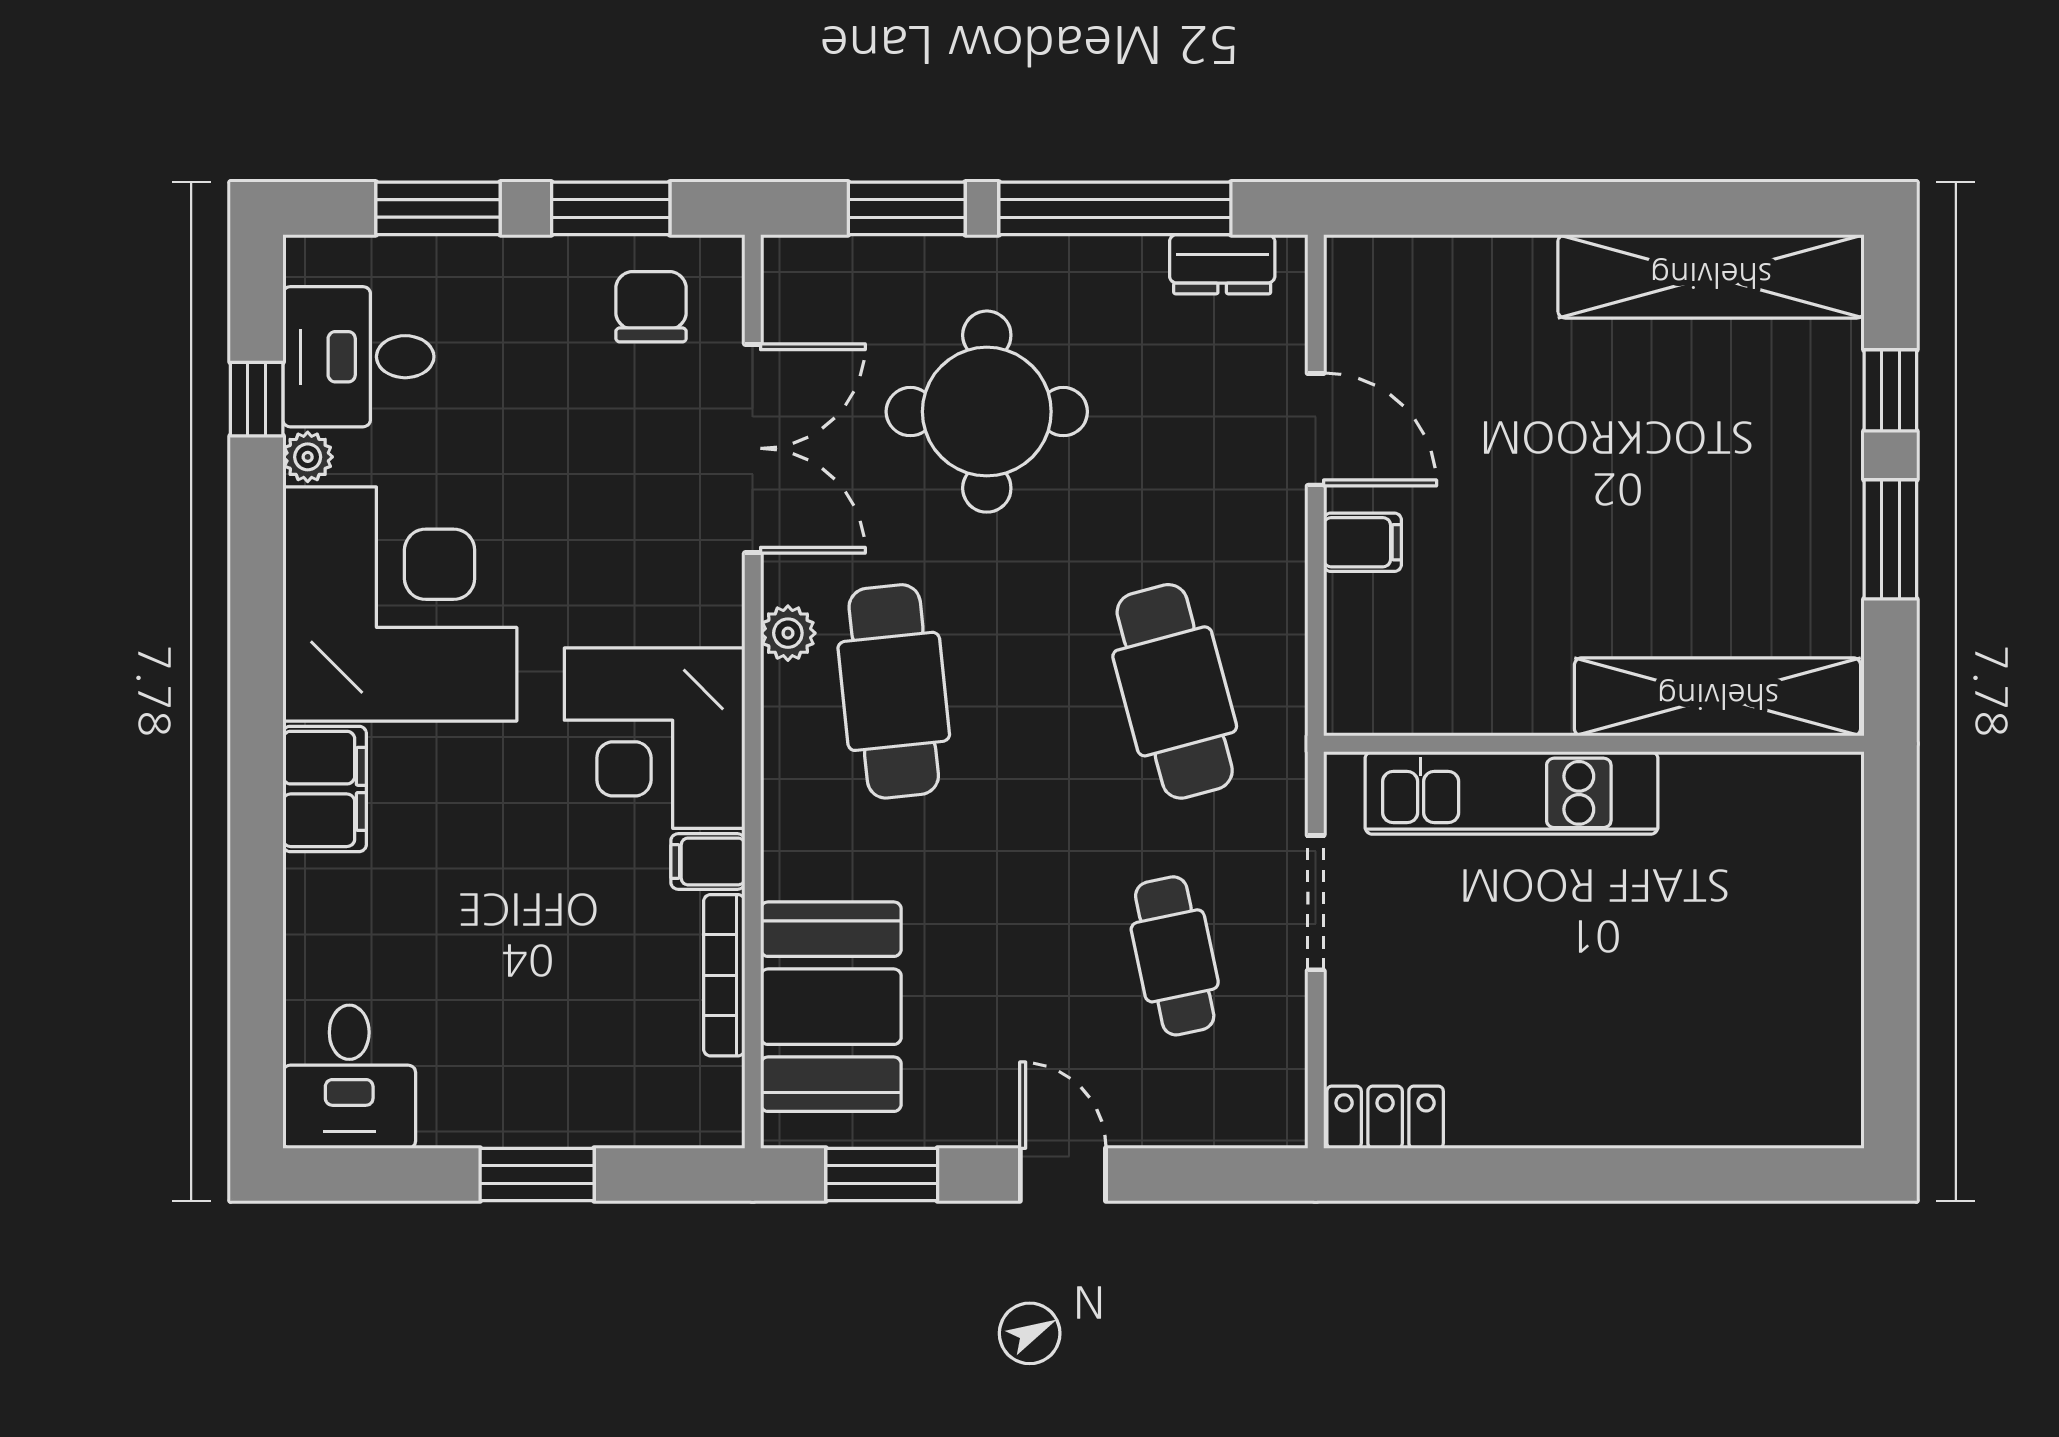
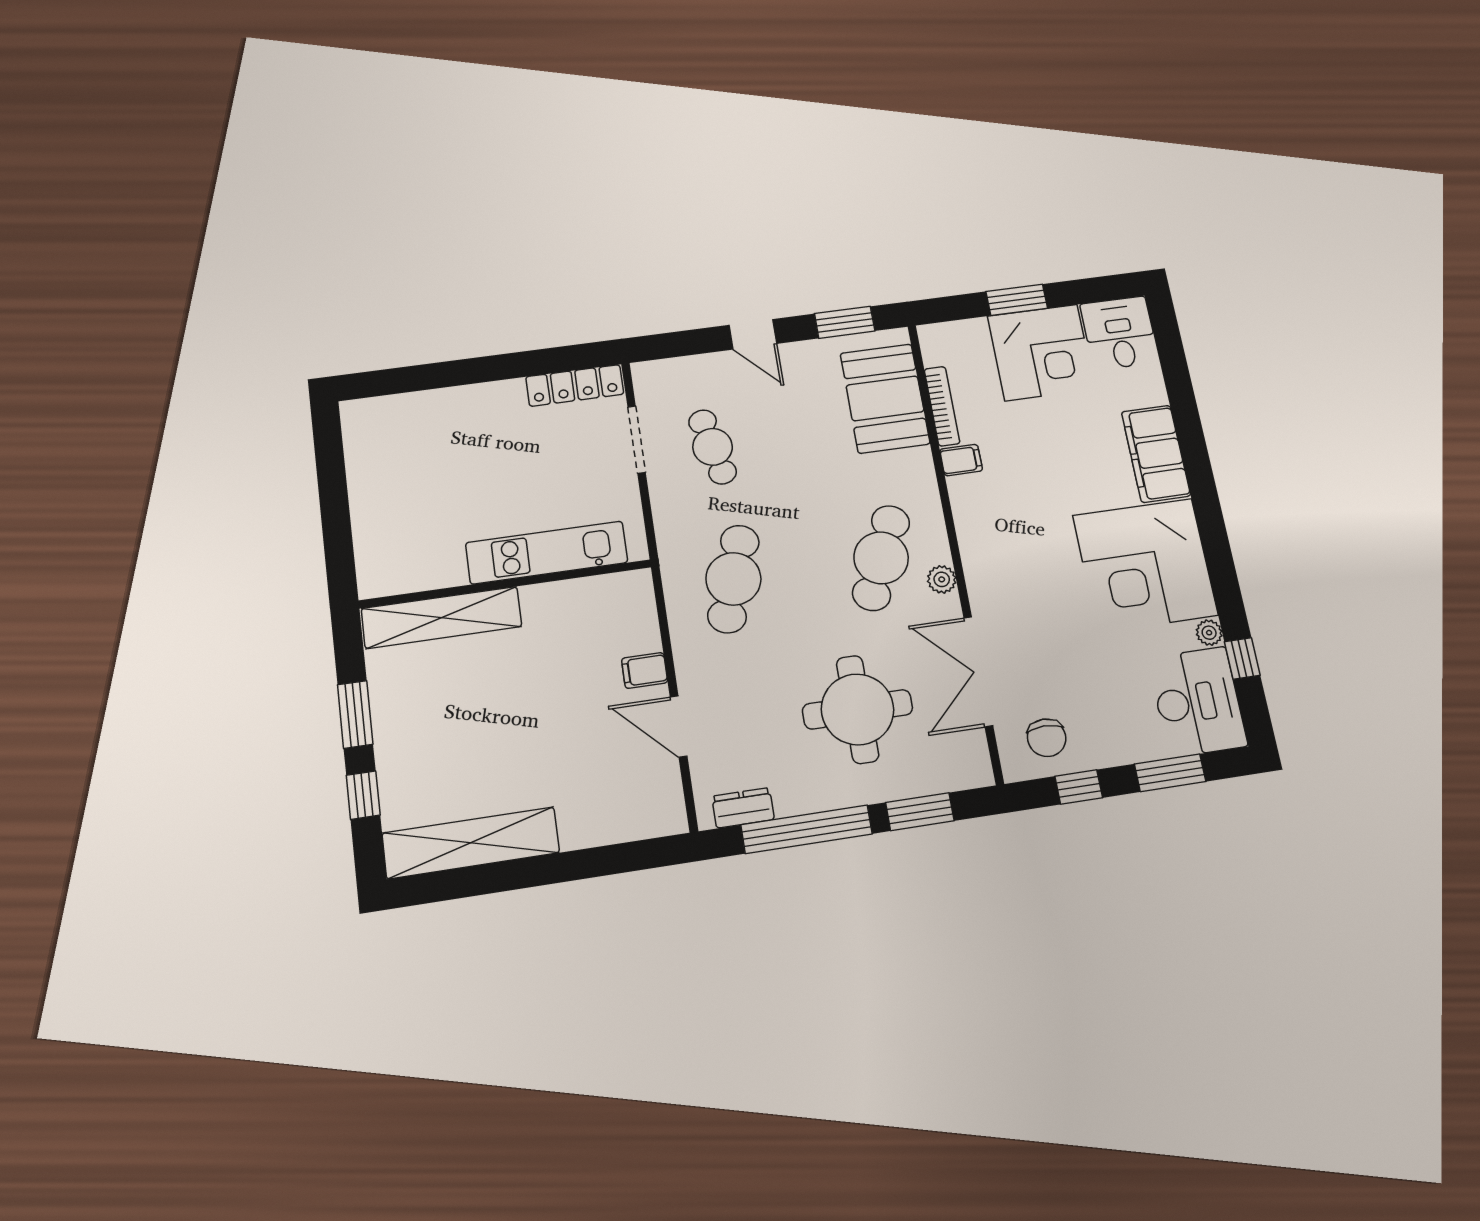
window: (611, 208) -> (1079, 787), width x0.67
desk: (358, 357) -> (1198, 702), width x1.37
cafe table: (894, 691) -> (881, 558), turned 30
cafe table: (1175, 691) -> (733, 579), turned 33
corner desk: (655, 738) -> (1041, 353), moved, turned 90
filing cabinet: (325, 789) -> (1156, 454), width x1.50, depth x1.17
doorway: (1316, 903) -> (636, 440), moved
locker: (1385, 1117) -> (575, 385), width x1.53

